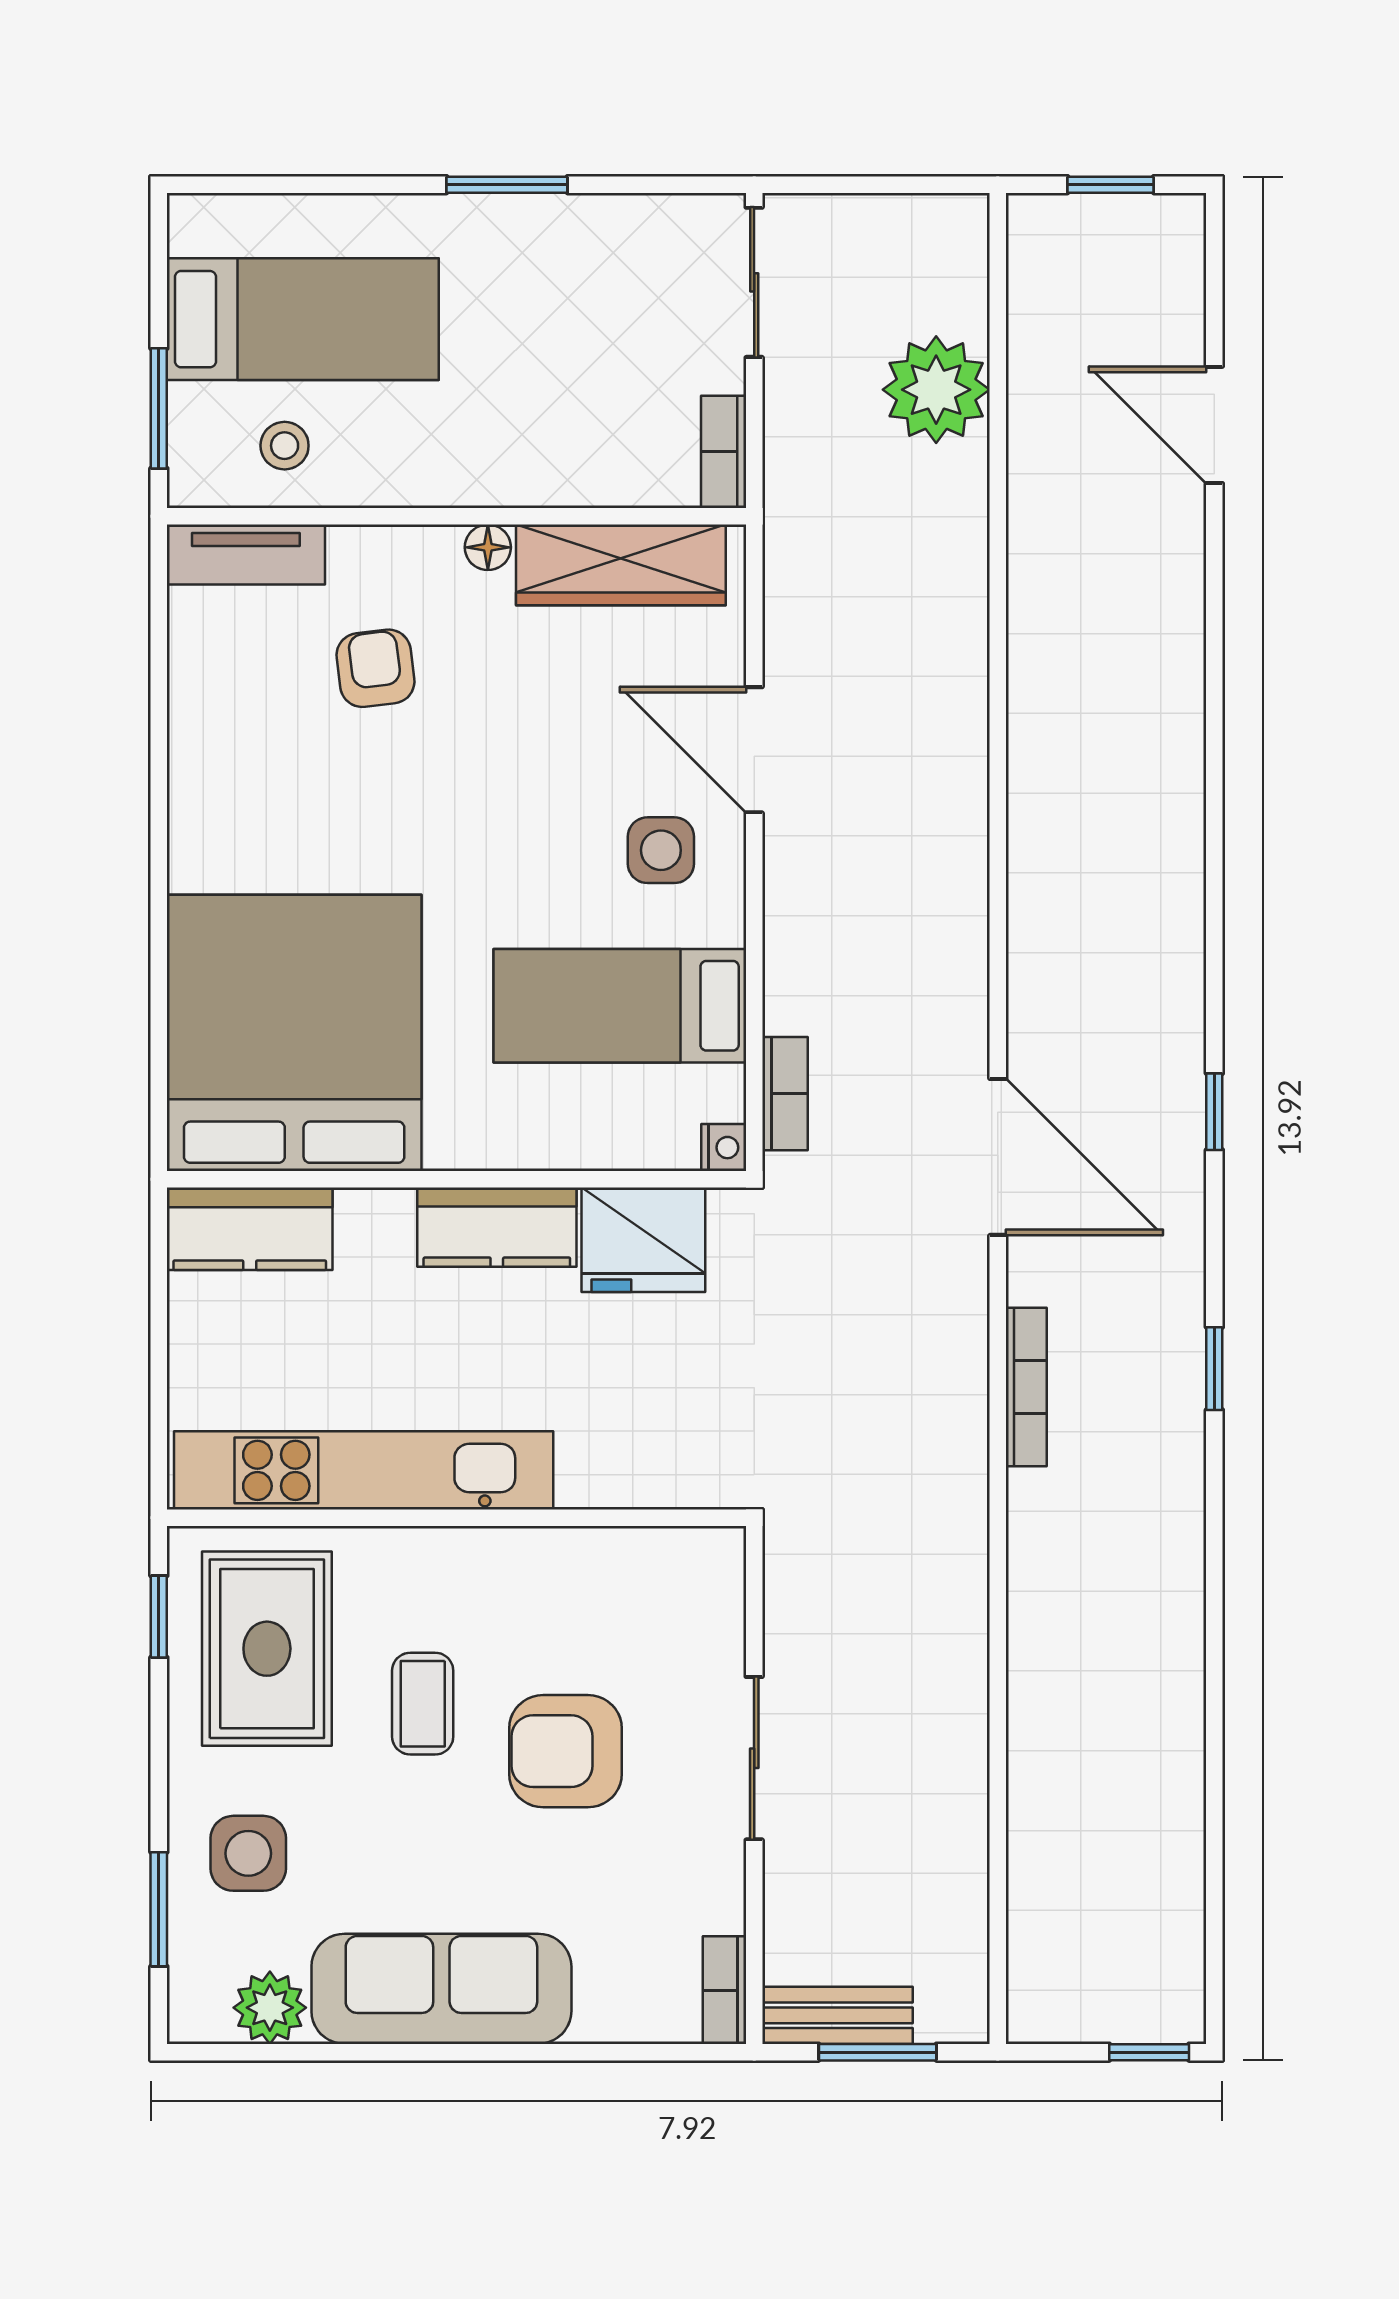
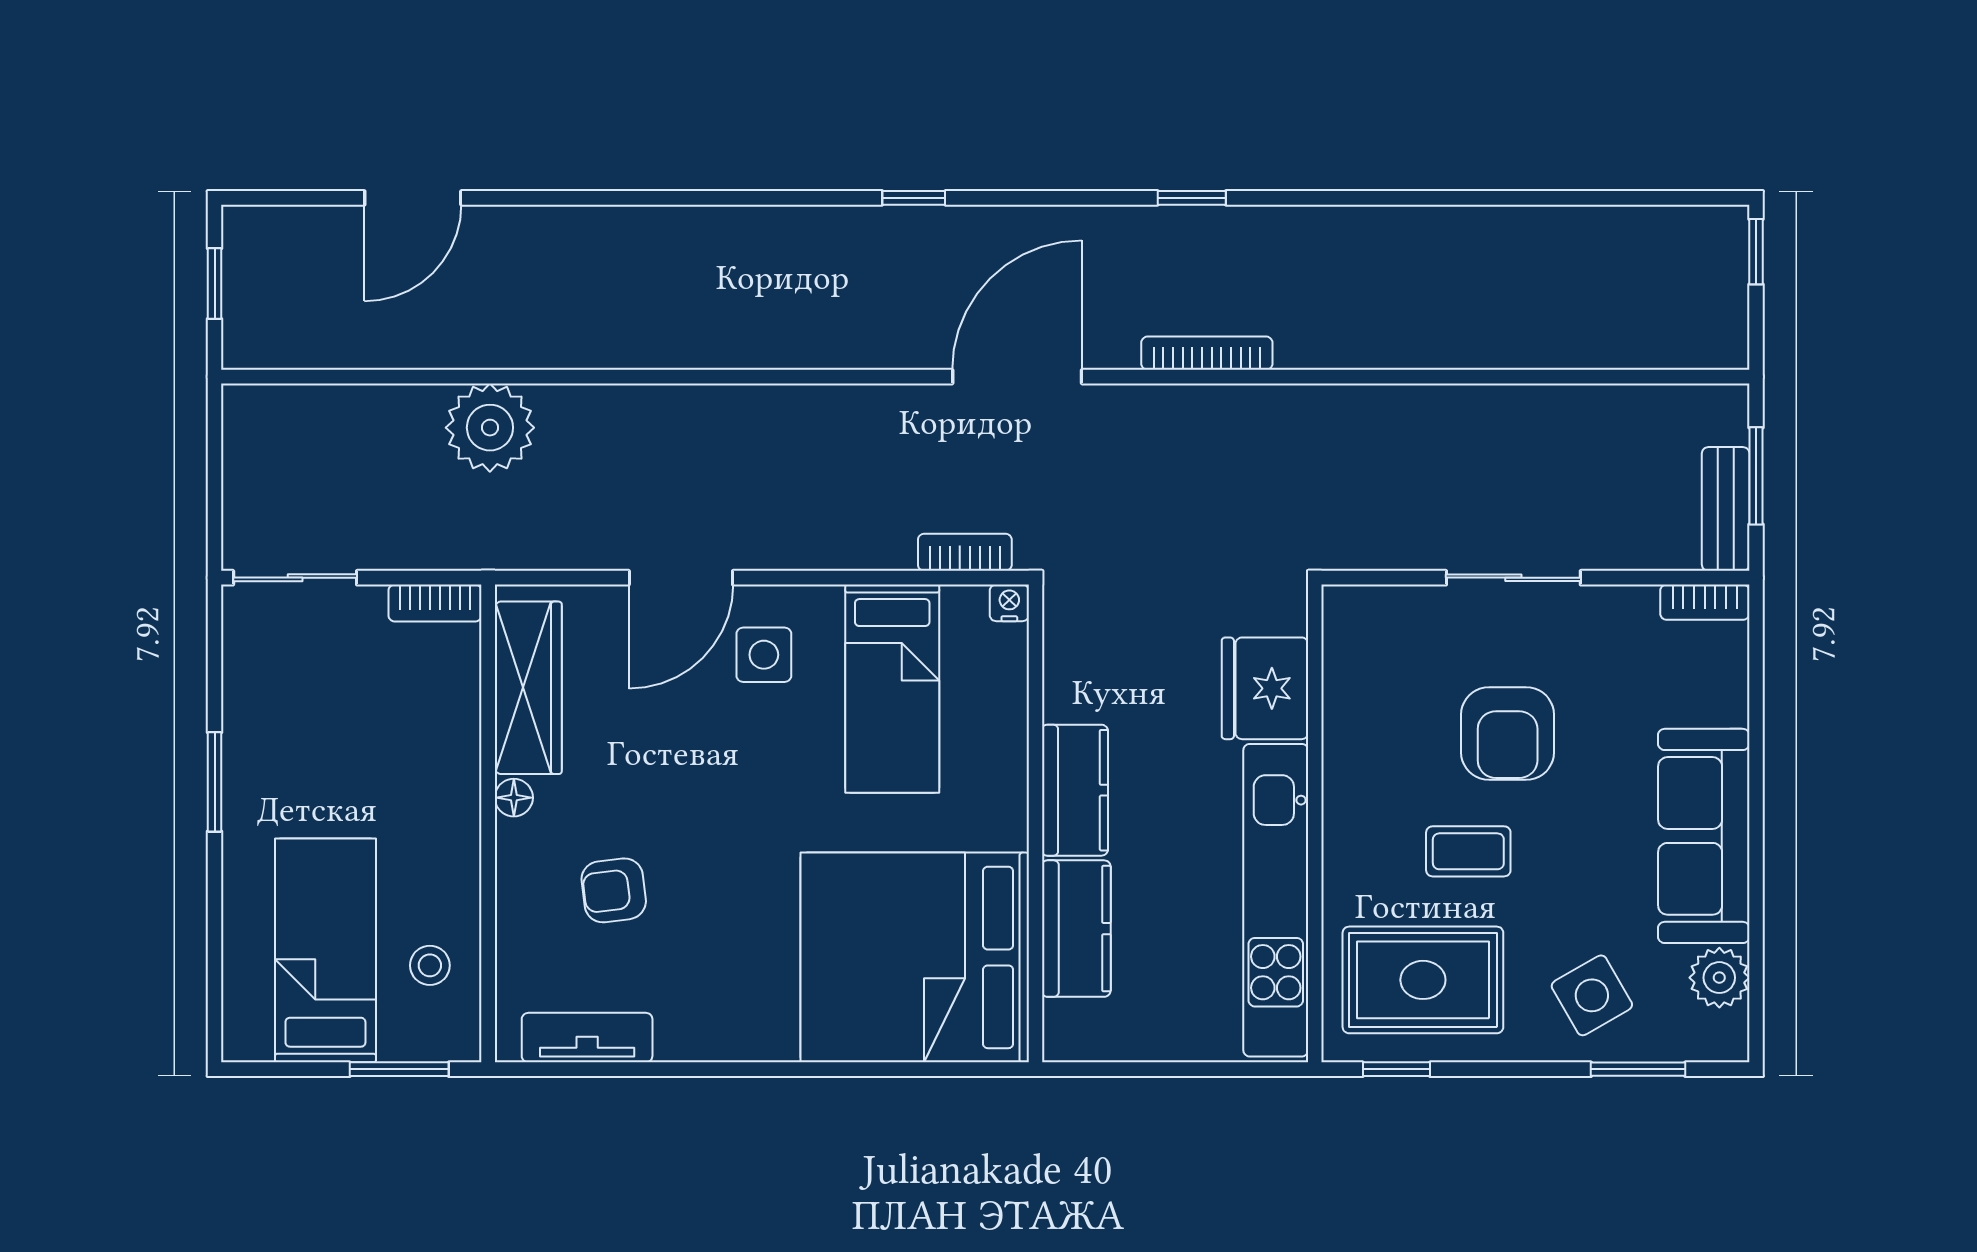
plant: (936, 390) -> (490, 428), moved
tv unit: (246, 555) -> (587, 1038), moved, turned -90
window: (1214, 1112) -> (914, 198), moved
kitchen counter: (250, 1229) -> (1076, 929), moved
fridge: (643, 1240) -> (1265, 688), moved, turned 180
side table: (248, 1853) -> (1592, 995), turned -30

